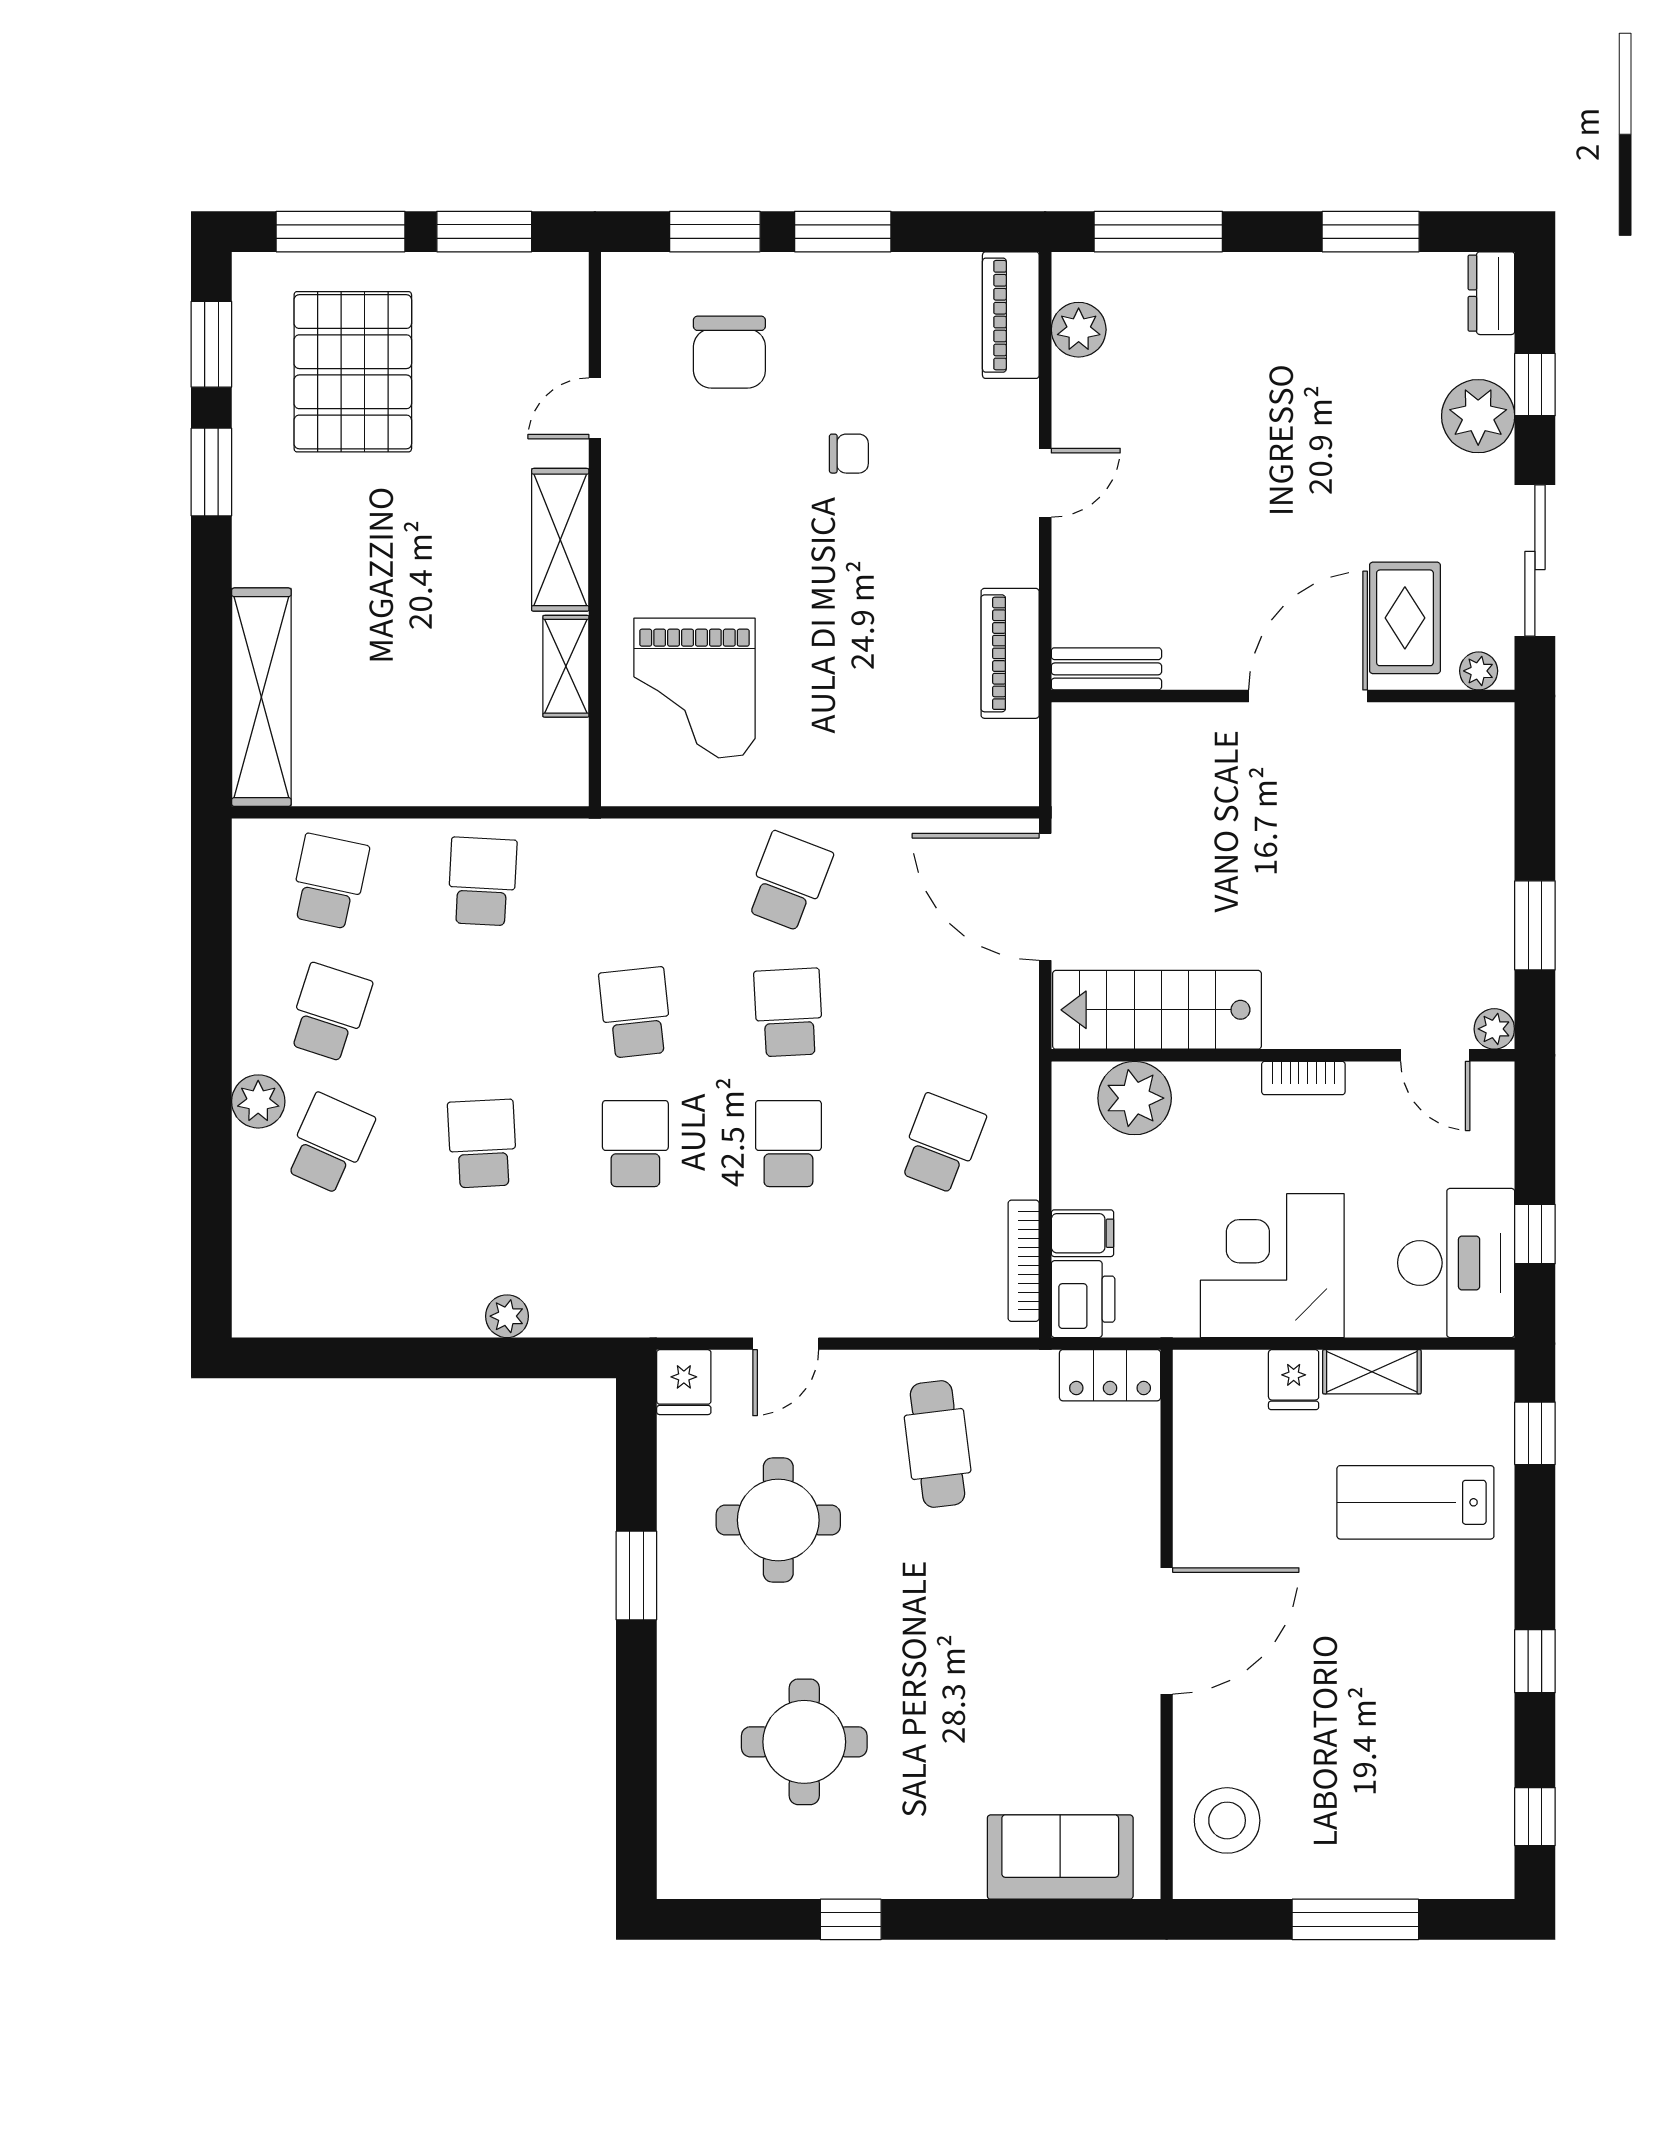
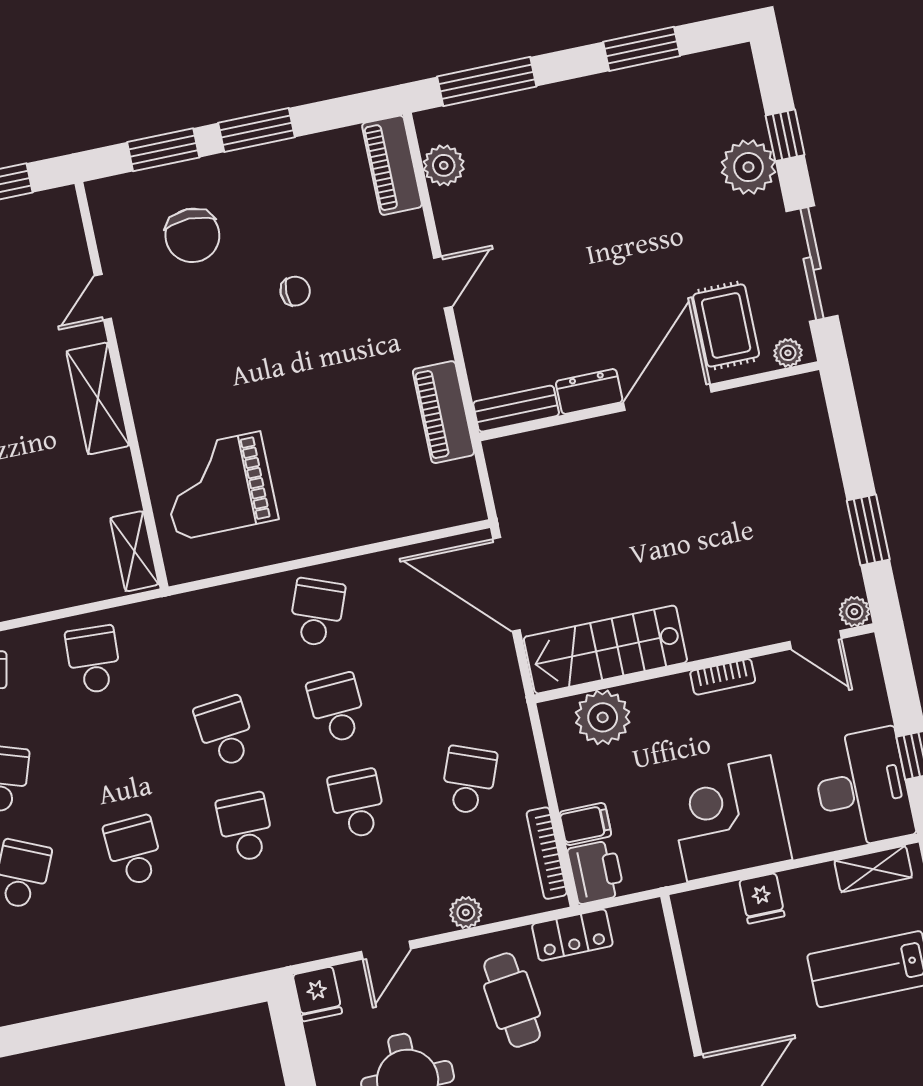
dresser: (1491, 293) -> (589, 392), moved, turned 90
shelving: (566, 666) -> (134, 551), moved
grand piano: (694, 688) -> (219, 486), turned 90
plant: (507, 1316) -> (466, 912), moved
shelving: (1372, 1372) -> (873, 869), moved
locker: (1110, 1375) -> (572, 935), moved

